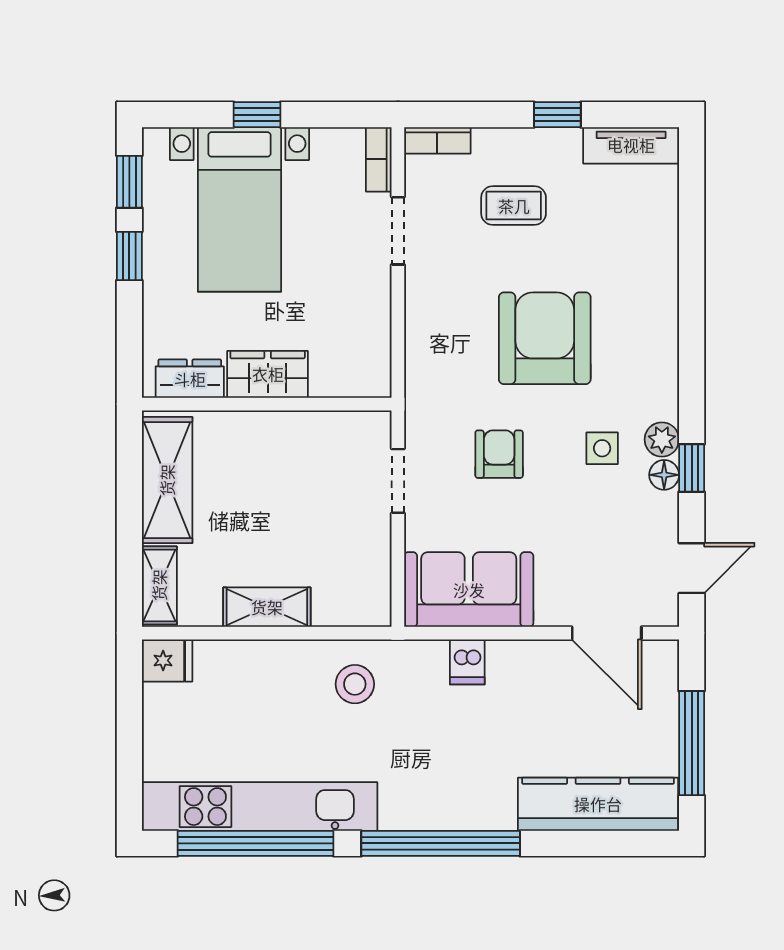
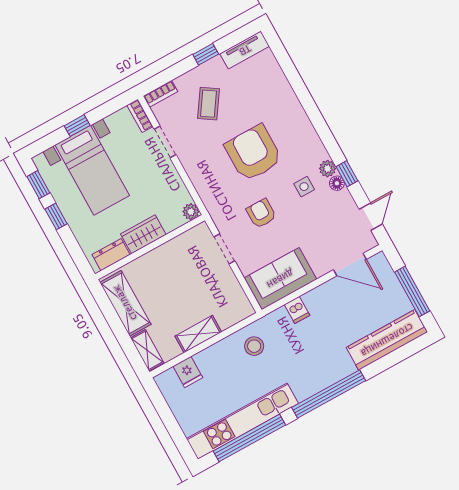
coffee table: (514, 206) -> (209, 104), turned -56
plant: (375, 381) -> (191, 212), added
fridge: (167, 660) -> (188, 372), moved, turned 90

